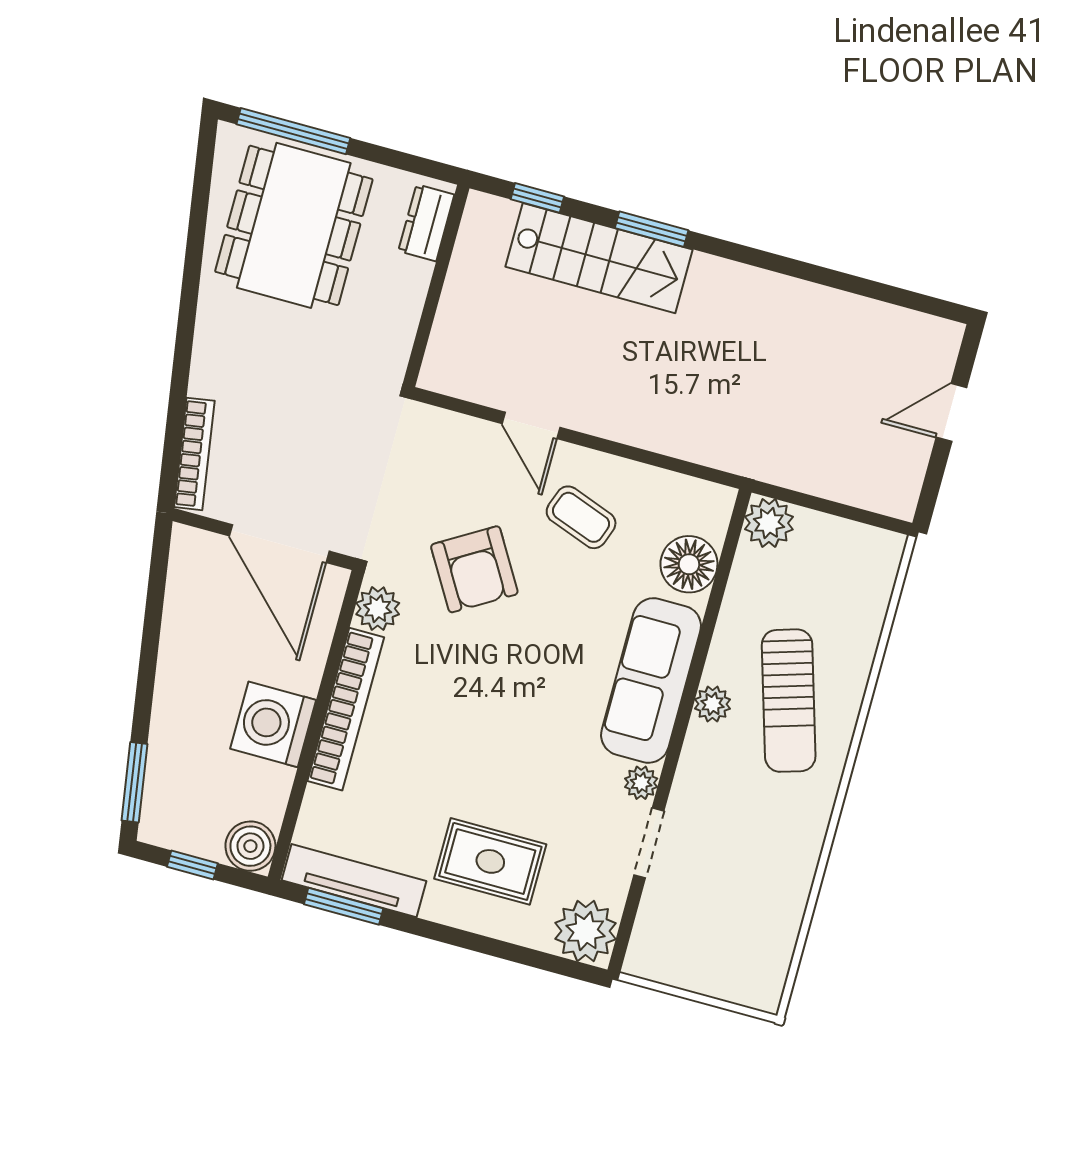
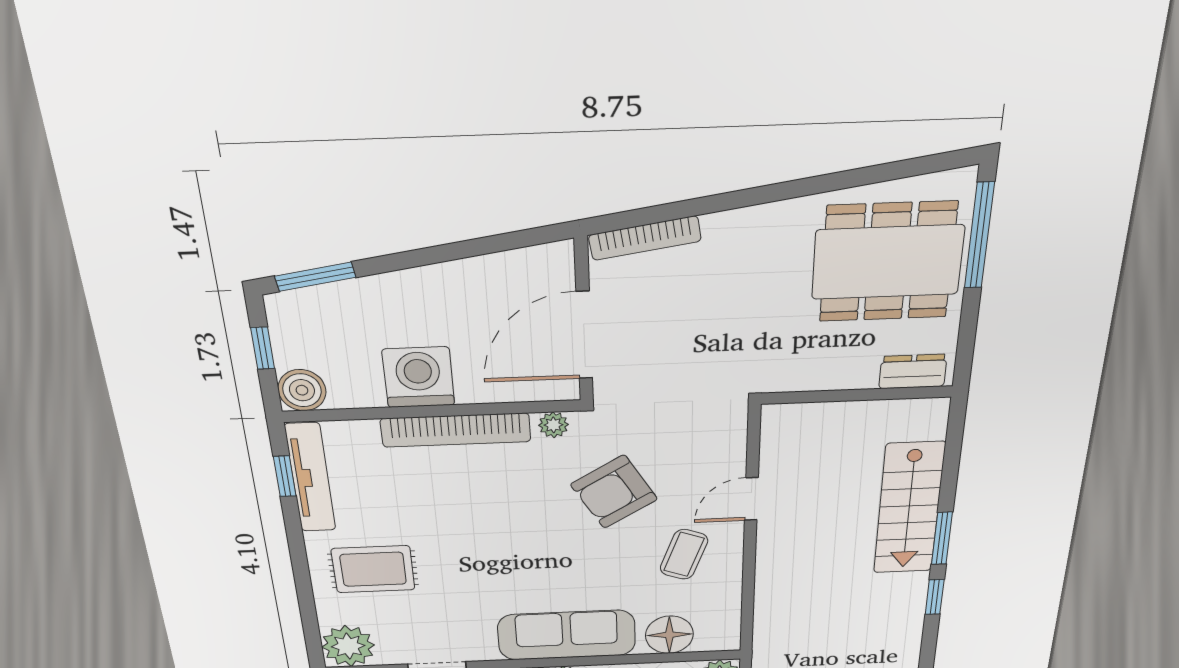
window: (537, 198) -> (935, 597), moved
plant: (378, 609) -> (553, 425), width x0.73, depth x0.73
plant: (641, 783) -> (482, 650), removed
rug: (490, 861) -> (373, 569), turned 90
window: (344, 906) -> (285, 476), width x0.67

